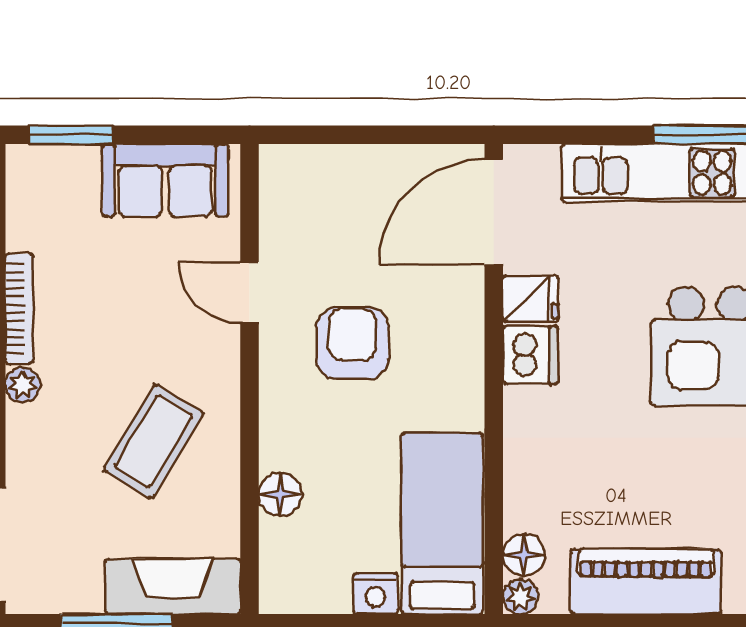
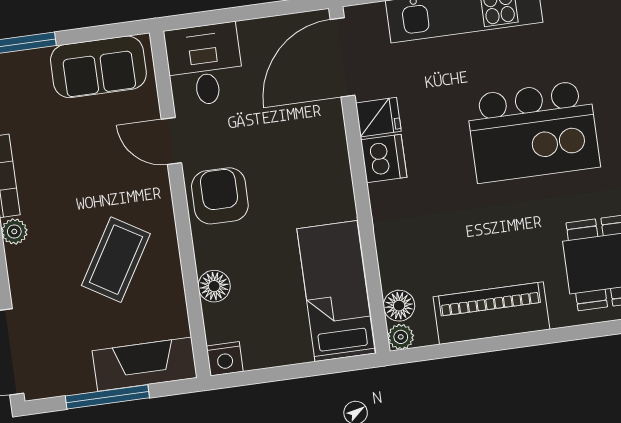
desk: (308, 197) -> (204, 65), added
armchair: (352, 343) -> (220, 196), moved
nightstand: (375, 594) -> (225, 359), moved

